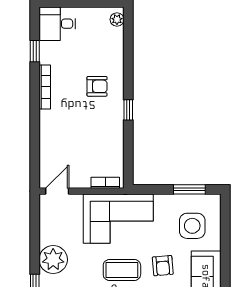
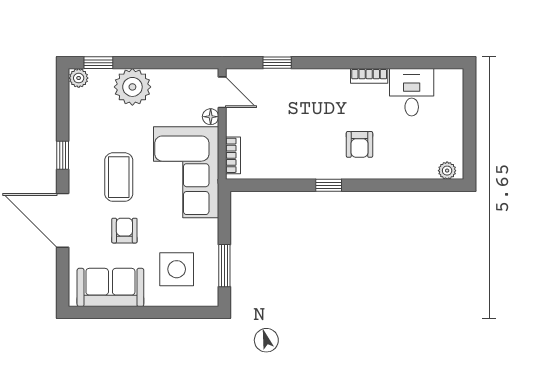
desk: (57, 24) -> (412, 92), moved
window: (35, 51) -> (277, 63), moved
bookcase: (45, 87) -> (369, 76), width x0.64
floor lamp: (76, 200) -> (211, 117), added
armchair: (163, 266) -> (124, 231), turned 95

